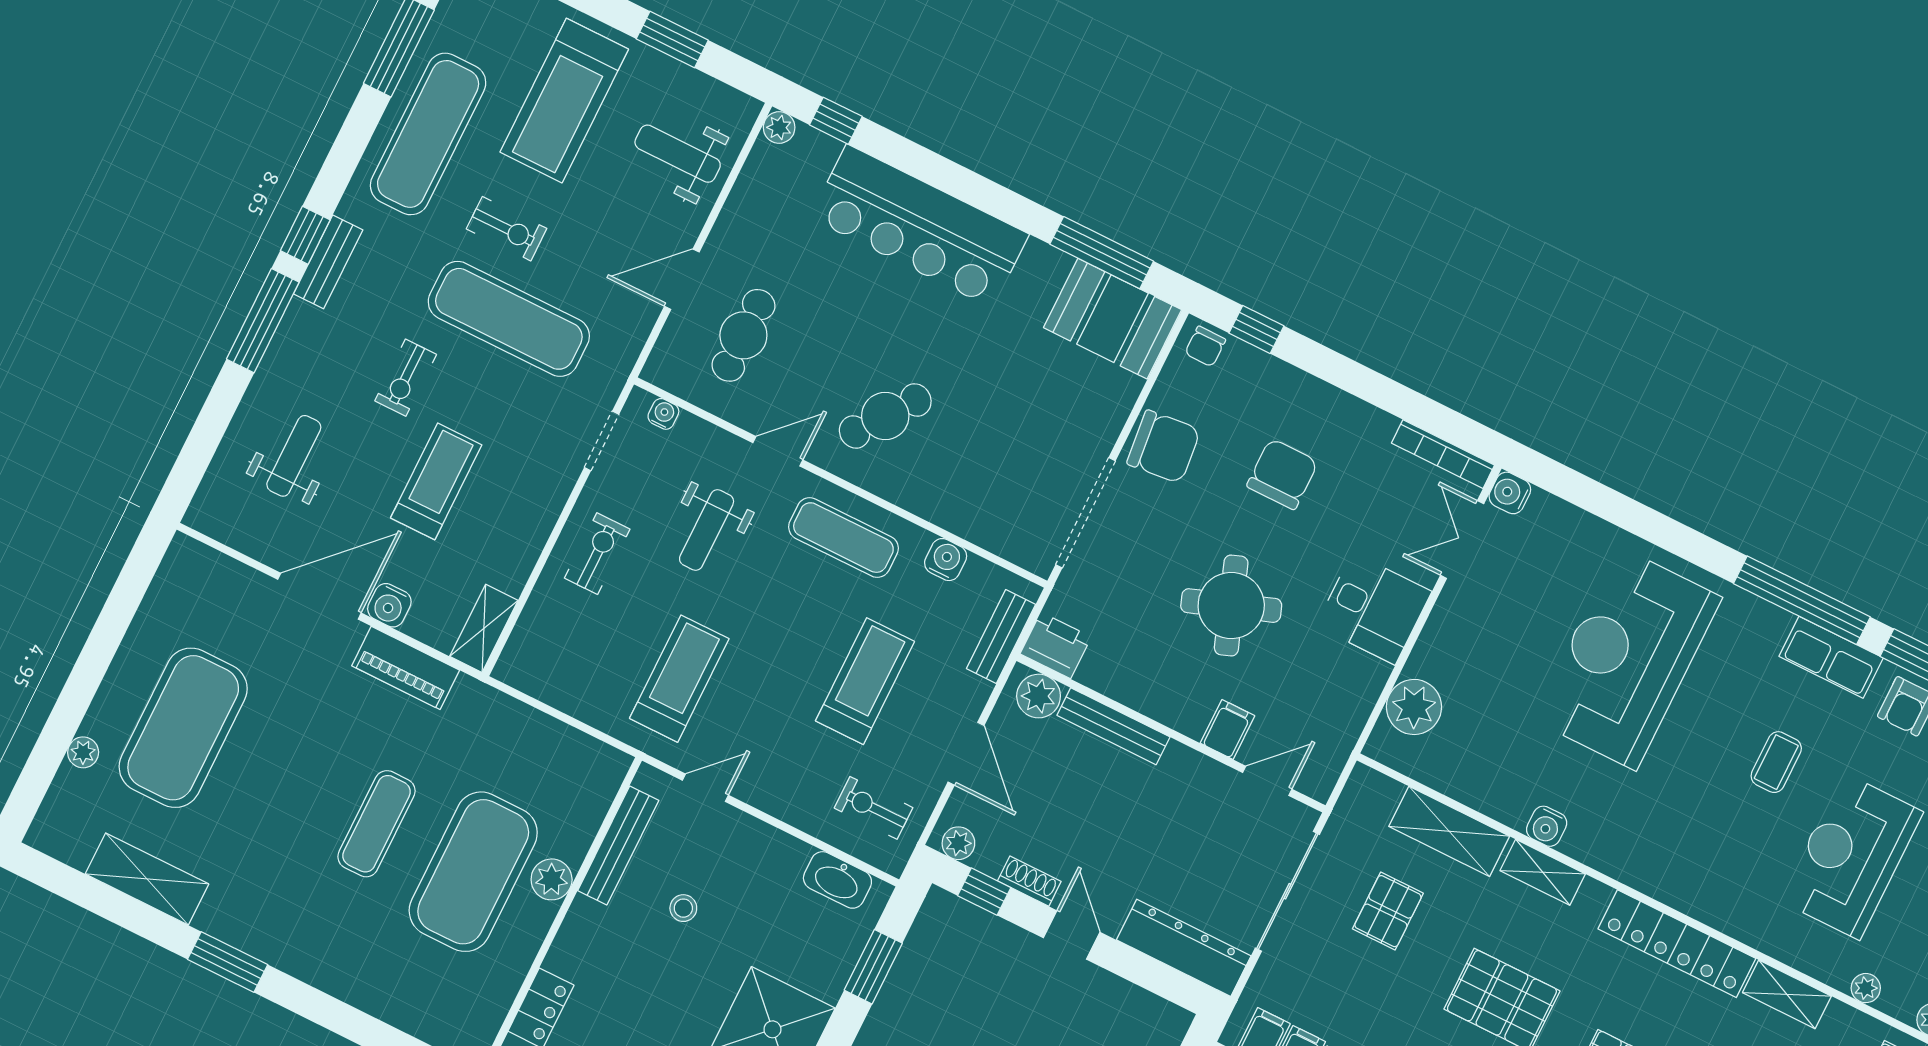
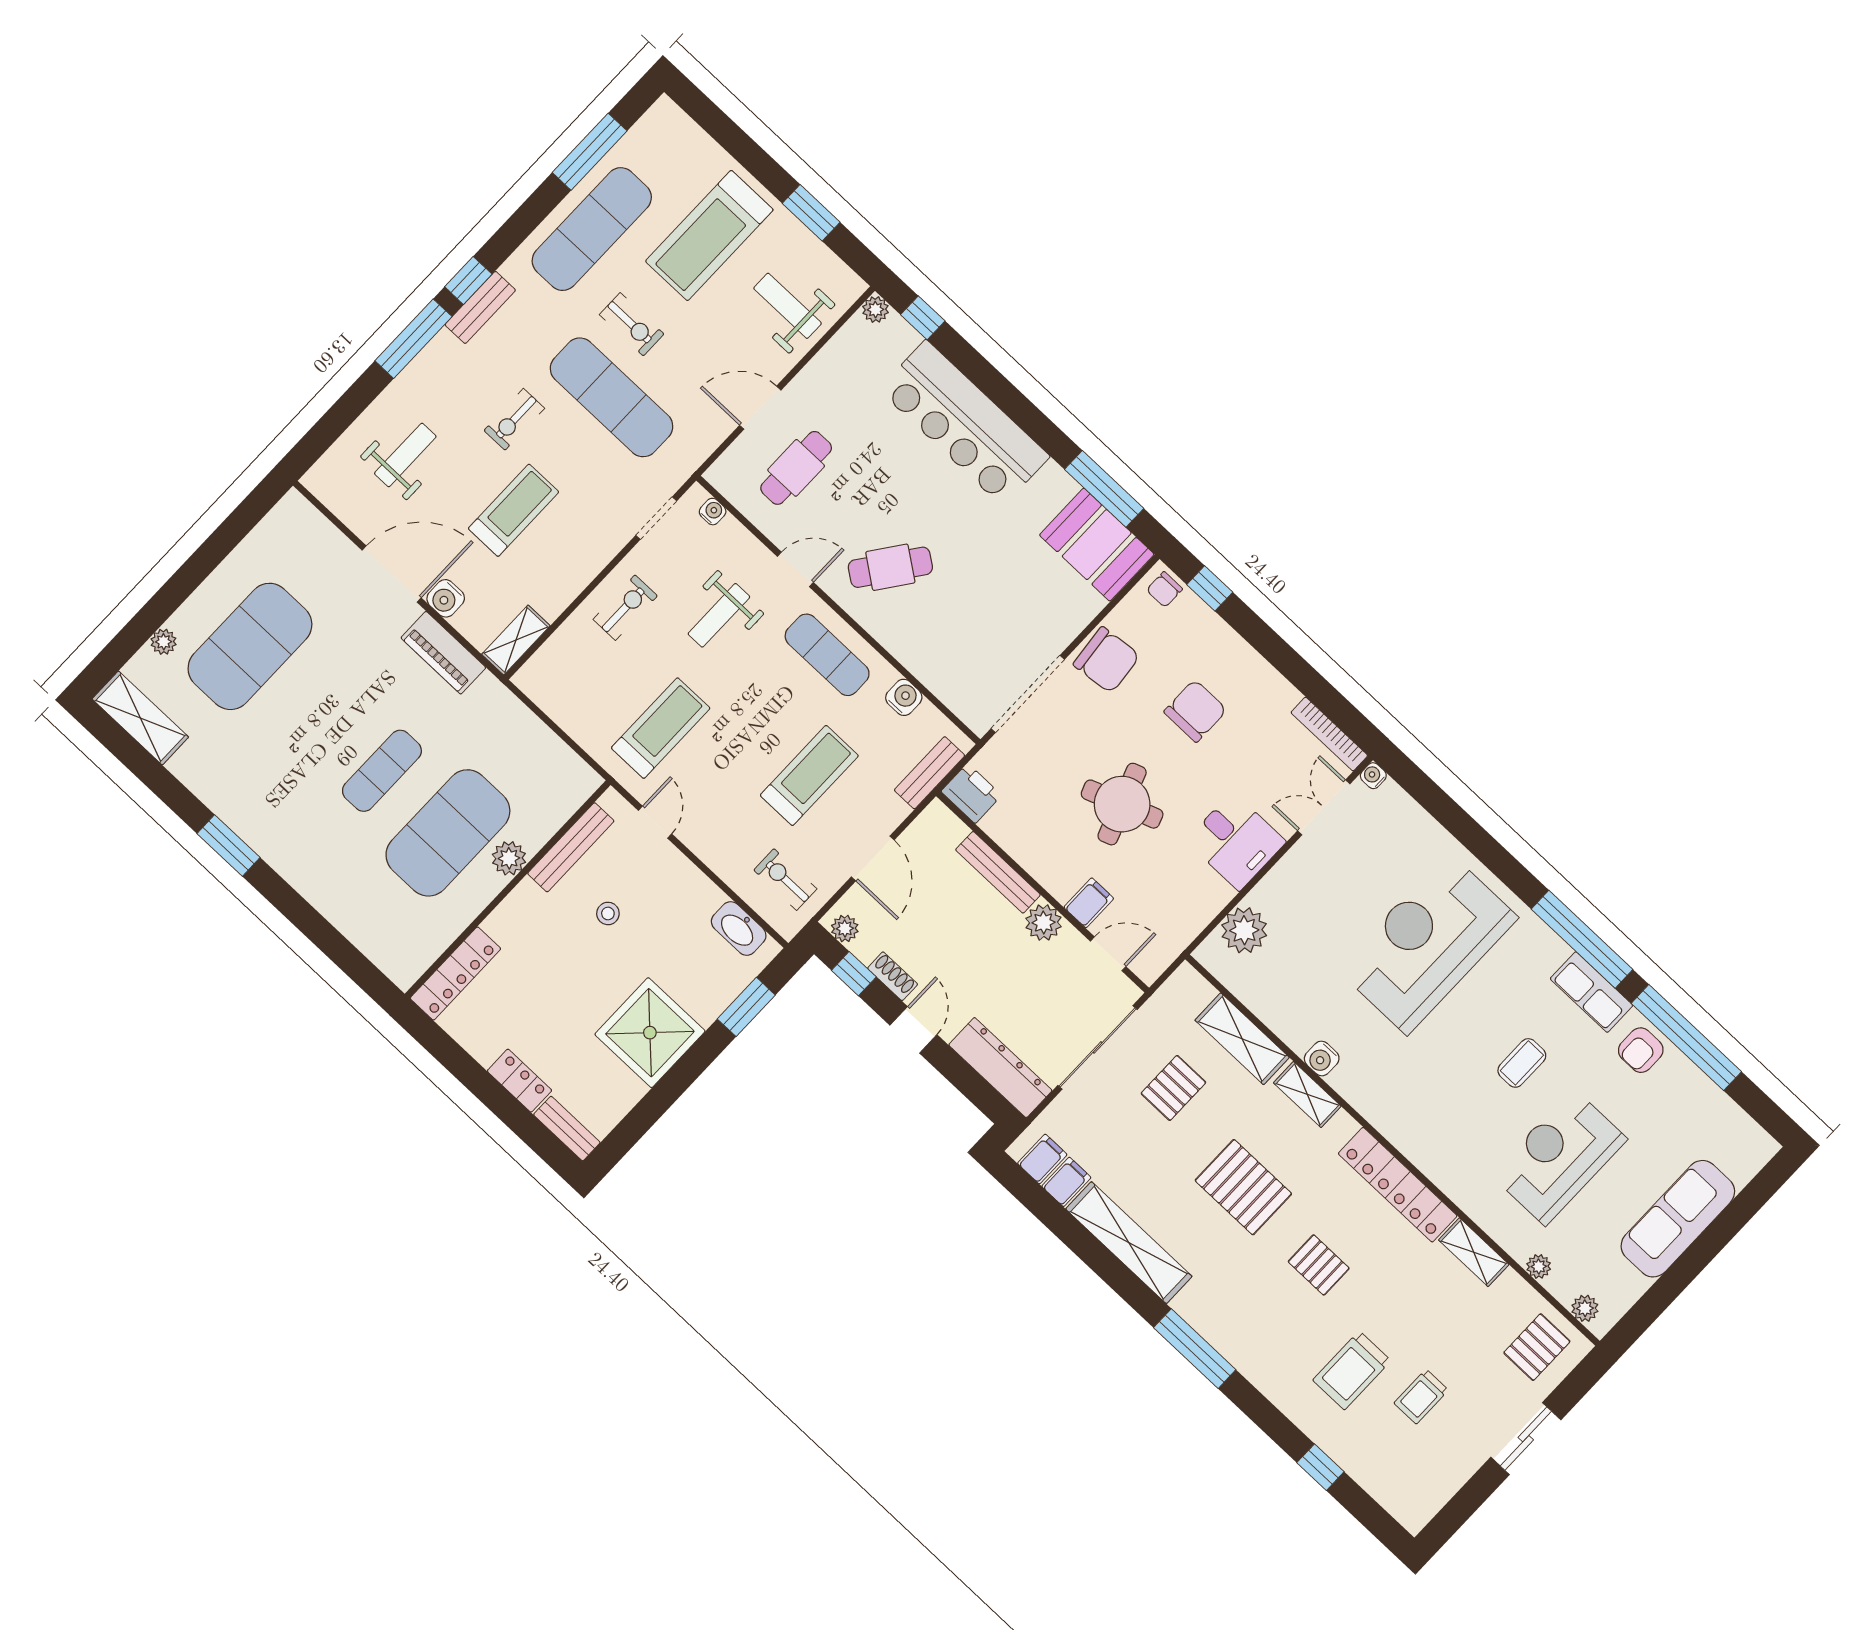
water cooler: (1510, 493) -> (1373, 776), width x0.72, depth x0.72
plant: (1039, 696) -> (1044, 922), moved
door: (705, 788) -> (655, 822), hinge flipped
shelving: (147, 879) -> (140, 718), moved

